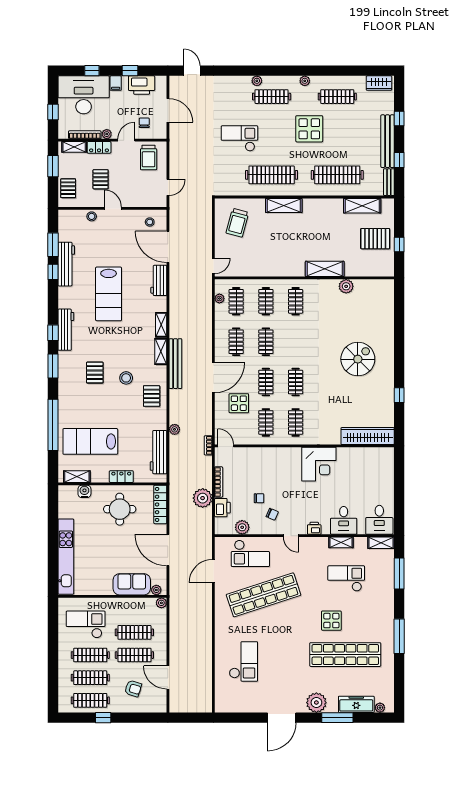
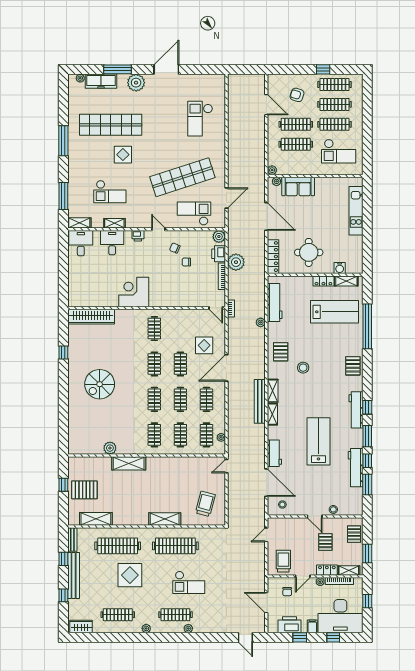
display table: (309, 129) -> (130, 575), moved
checkout: (239, 138) -> (189, 582), moved
bench: (175, 364) -> (260, 401), moved
window: (53, 366) -> (367, 436), moved
pallet: (95, 373) -> (353, 366), moved
clothes rail: (266, 422) -> (154, 399), moved
locker: (121, 477) -> (323, 281), moved
plant: (242, 527) -> (219, 237), moved
kitchen unit: (66, 557) -> (356, 211), width x0.73

